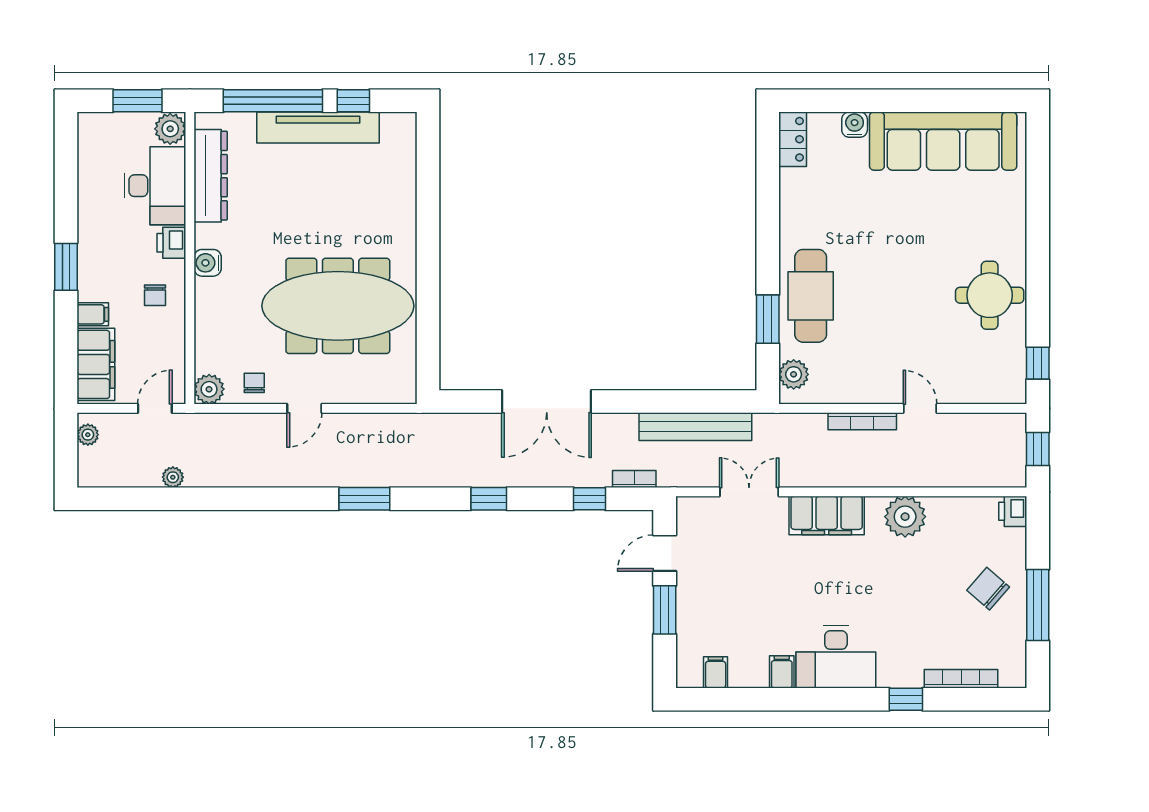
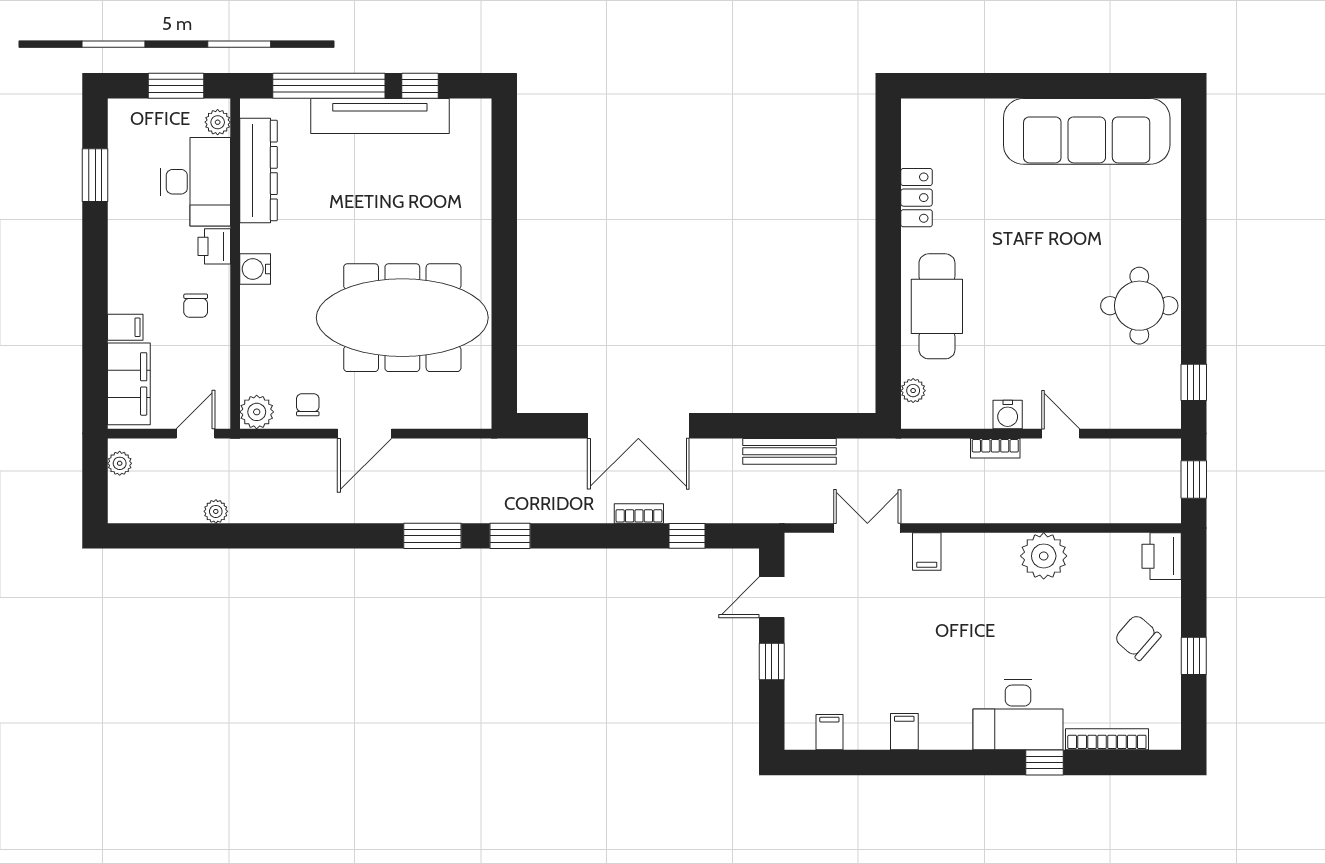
water cooler: (855, 125) -> (1008, 414), moved, turned 180
plant: (170, 129) -> (218, 122), width x0.73, depth x0.73
locker: (793, 139) -> (917, 198), moved
window: (66, 267) -> (95, 175), moved
window: (768, 319) -> (888, 333), removed
plant: (794, 374) -> (913, 391), width x0.73, depth x0.73
door: (304, 408) -> (365, 434), width x1.38
bookcase: (862, 421) -> (995, 448), width x0.64
bench: (695, 427) -> (790, 451), width x0.73, depth x0.82
bookcase: (634, 479) -> (639, 513), moved
window: (489, 499) -> (510, 536), moved
printer: (1013, 511) -> (1162, 556), width x1.36, depth x1.24
filing cabinet: (827, 516) -> (927, 552), width x0.33, depth x0.86
window: (1038, 605) -> (1194, 656), width x0.46
window: (665, 610) -> (772, 661), width x0.67
desk: (836, 657) -> (1018, 715), moved

